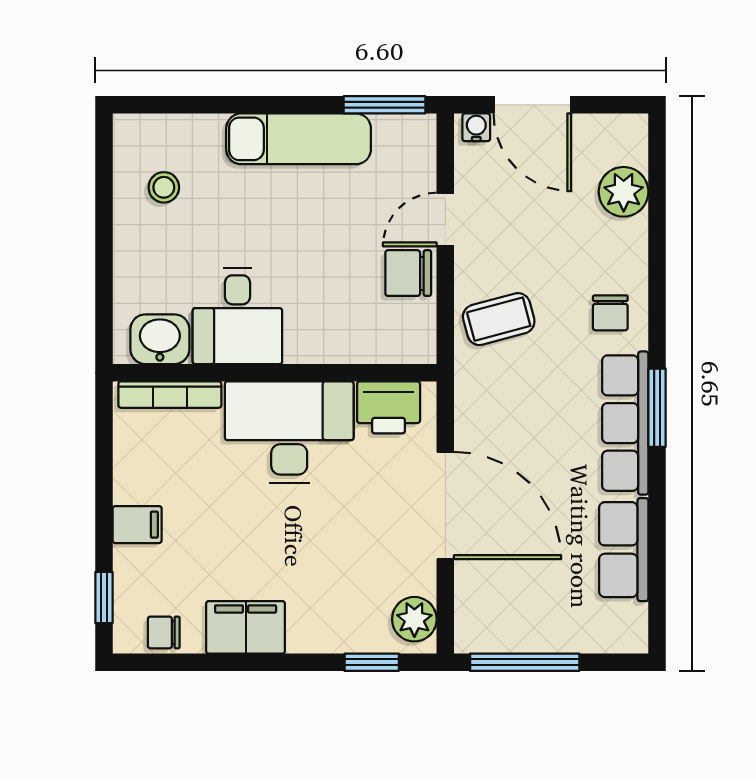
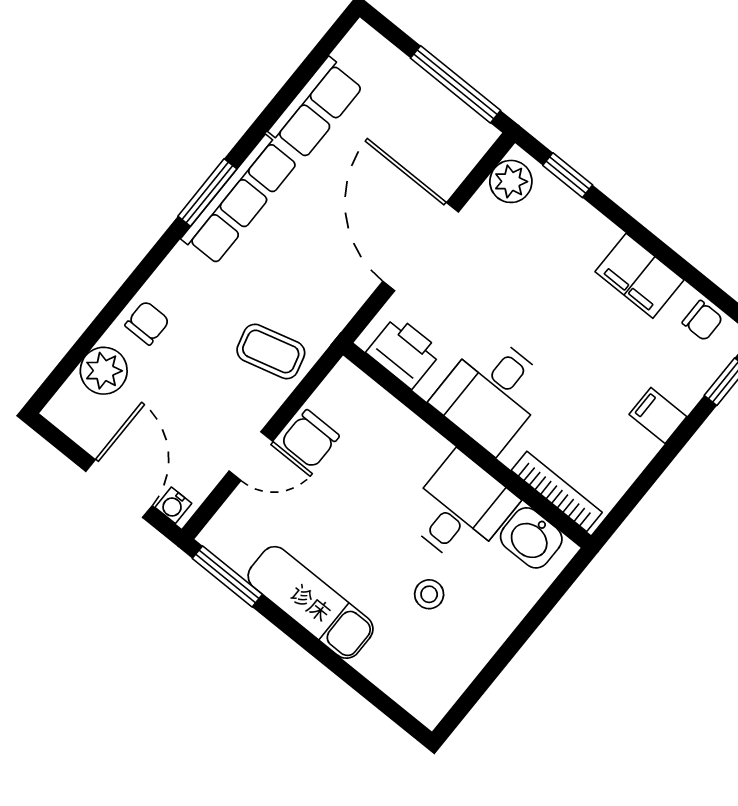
stool: (164, 187) -> (429, 594), moved
chair: (408, 273) -> (310, 439), turned 90
chair: (610, 313) -> (147, 323), moved
desk: (289, 432) -> (491, 393), width x0.73

